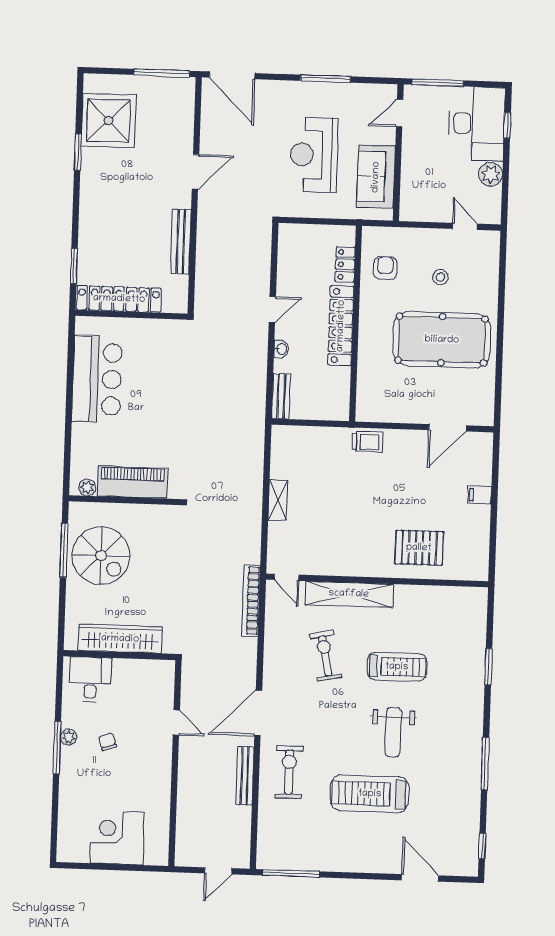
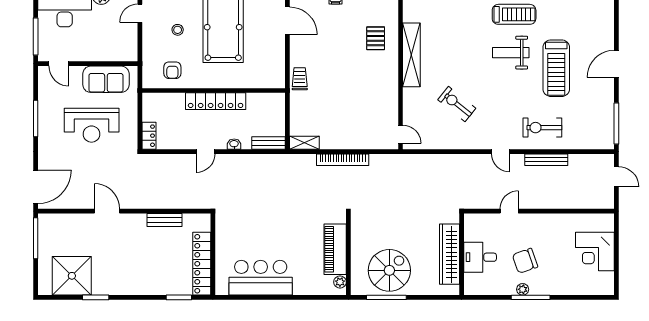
bench: (181, 242) -> (165, 220), width x0.73
locker: (345, 264) -> (149, 136), moved, turned -90
armchair: (385, 268) -> (172, 70), turned -90
door: (272, 309) -> (205, 152), swing flipped
shelving: (278, 500) -> (304, 143), moved
pallet: (419, 548) -> (376, 38), width x0.67, depth x0.71
door: (287, 577) -> (400, 134), hinge flipped
shelving: (349, 594) -> (411, 55), moved
bookcase: (251, 601) -> (343, 160), moved
exercise bike: (325, 656) -> (457, 104), turned 51
treadmill: (397, 667) -> (514, 14), moved, turned 90
desk: (90, 679) -> (480, 257), moved
door: (258, 713) -> (500, 152), width x0.53
weight bench: (393, 732) -> (511, 53), turned 180
chair: (107, 742) -> (525, 261), width x1.87, depth x1.87
door: (420, 878) -> (616, 64), moved

